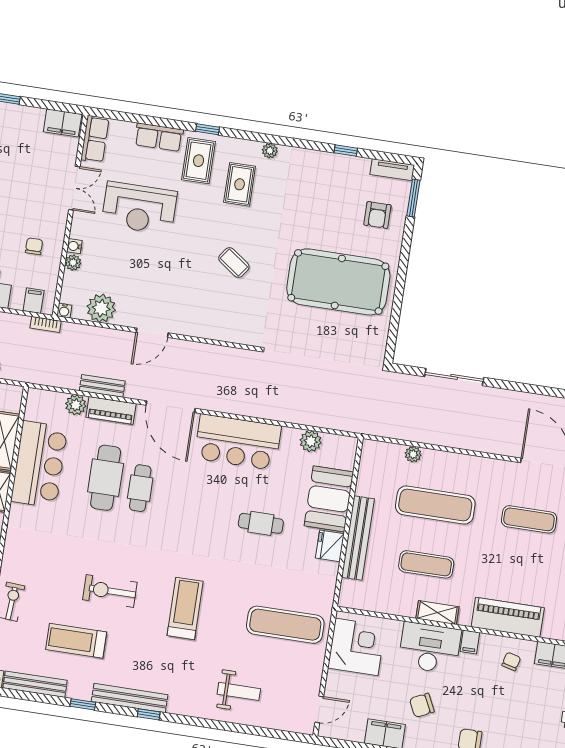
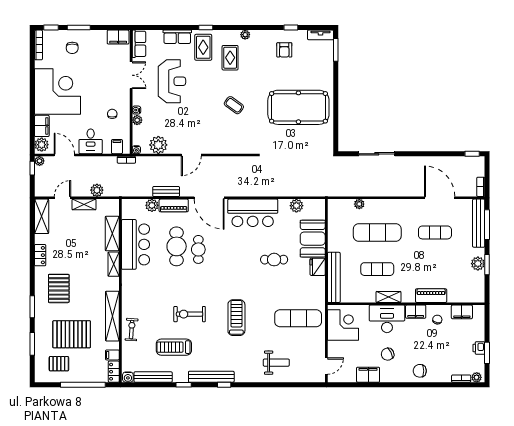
reception desk: (139, 208) -> (172, 81), turned -90
armchair: (377, 215) -> (284, 50), moved
bench: (358, 538) -> (334, 277), moved
piano: (508, 617) -> (431, 296), width x0.73, depth x0.75
filing cabinet: (470, 642) -> (416, 312), width x2.00

